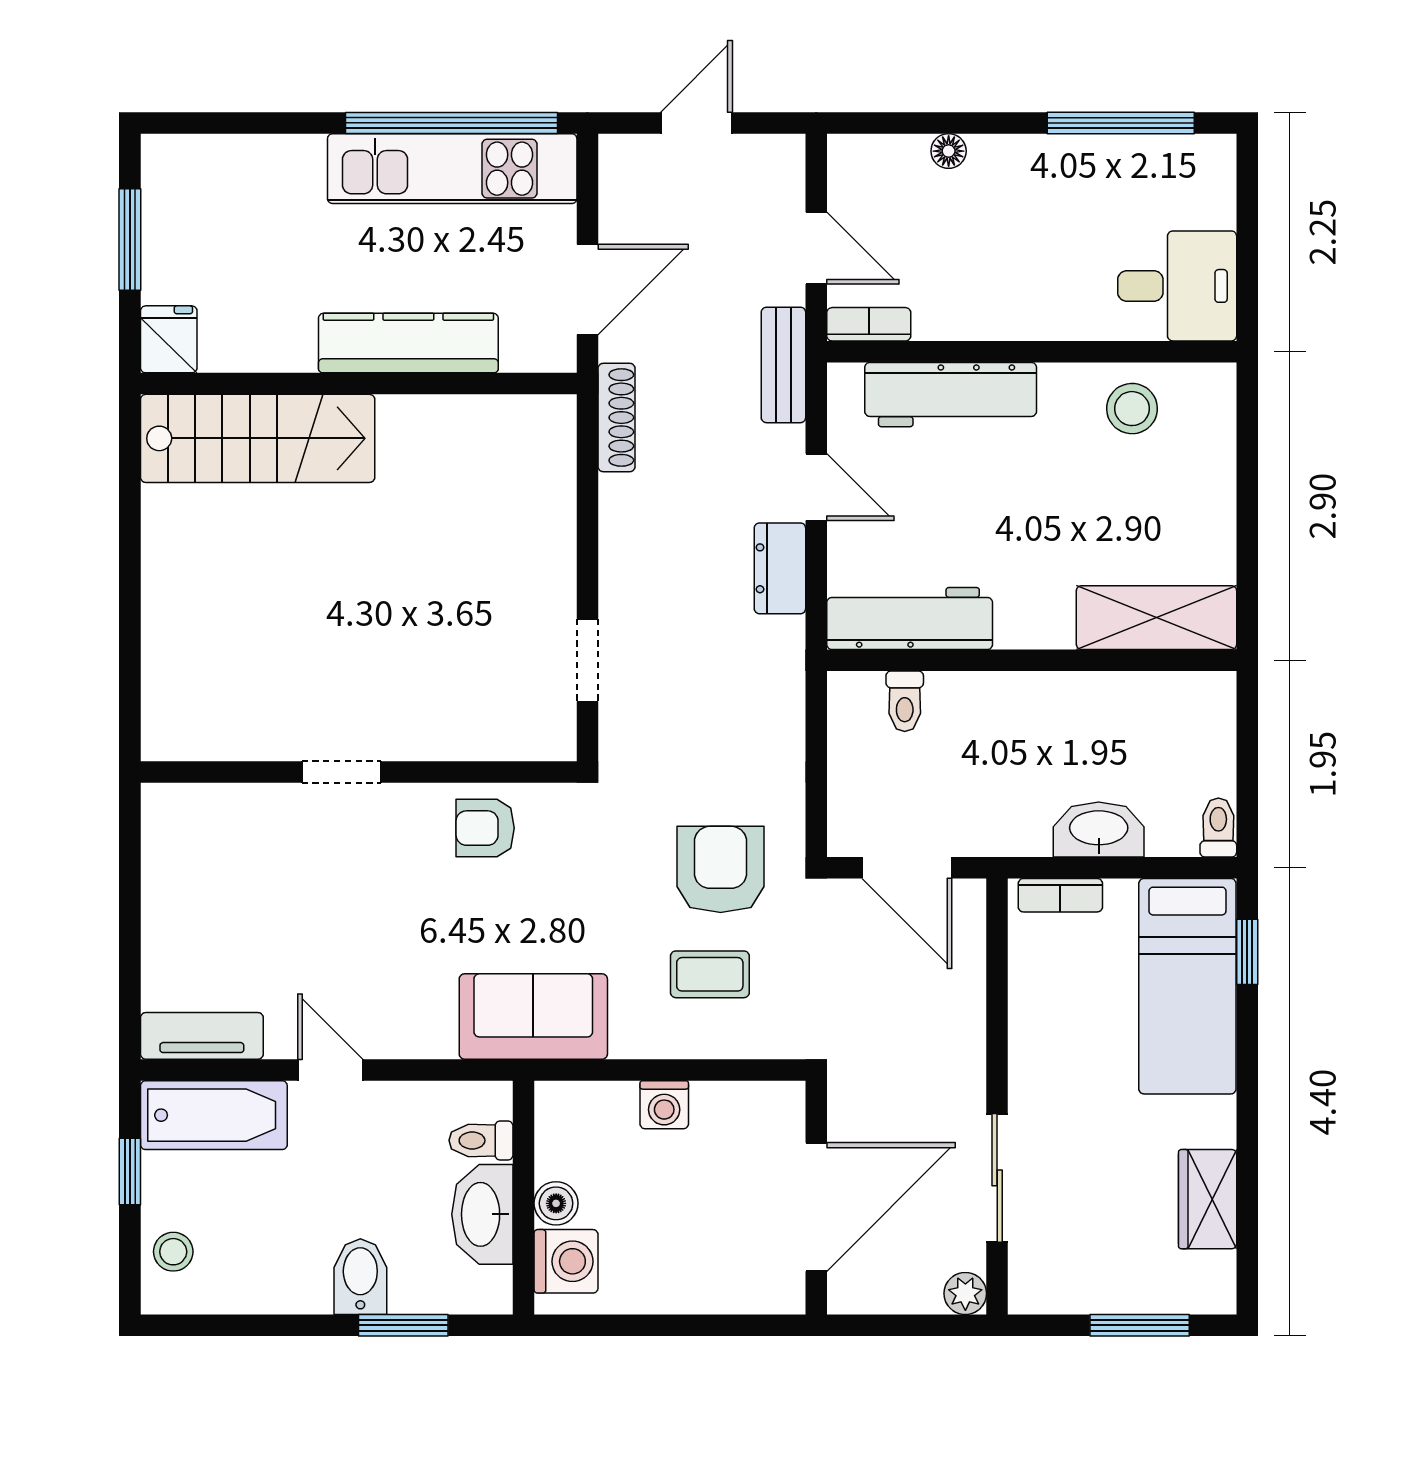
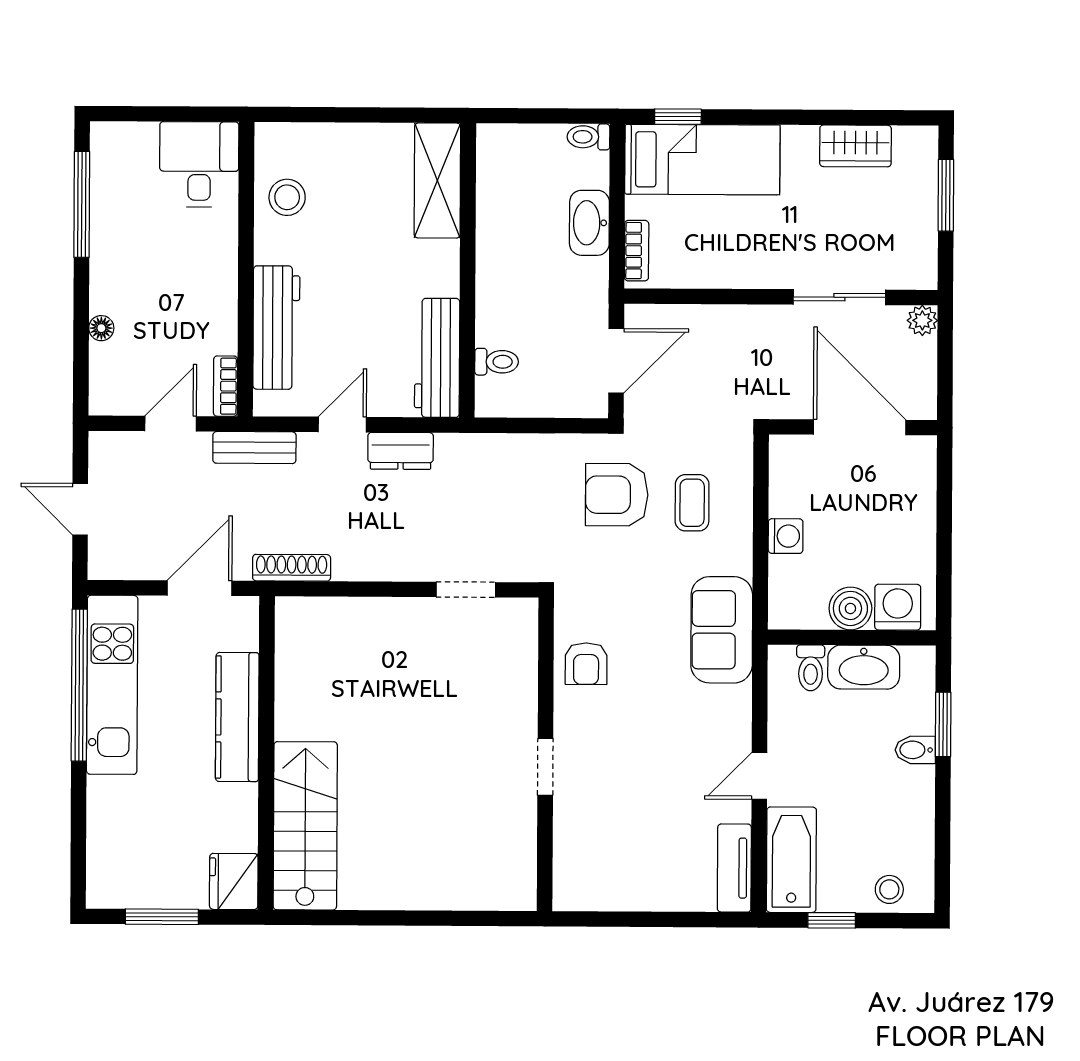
door: (587, 290) -> (199, 588), hinge flipped
fridge: (169, 339) -> (234, 881), width x1.38
boiler: (556, 1203) -> (850, 608), width x1.36, depth x1.36
bidet: (360, 1277) -> (915, 750), width x0.72, depth x0.74

